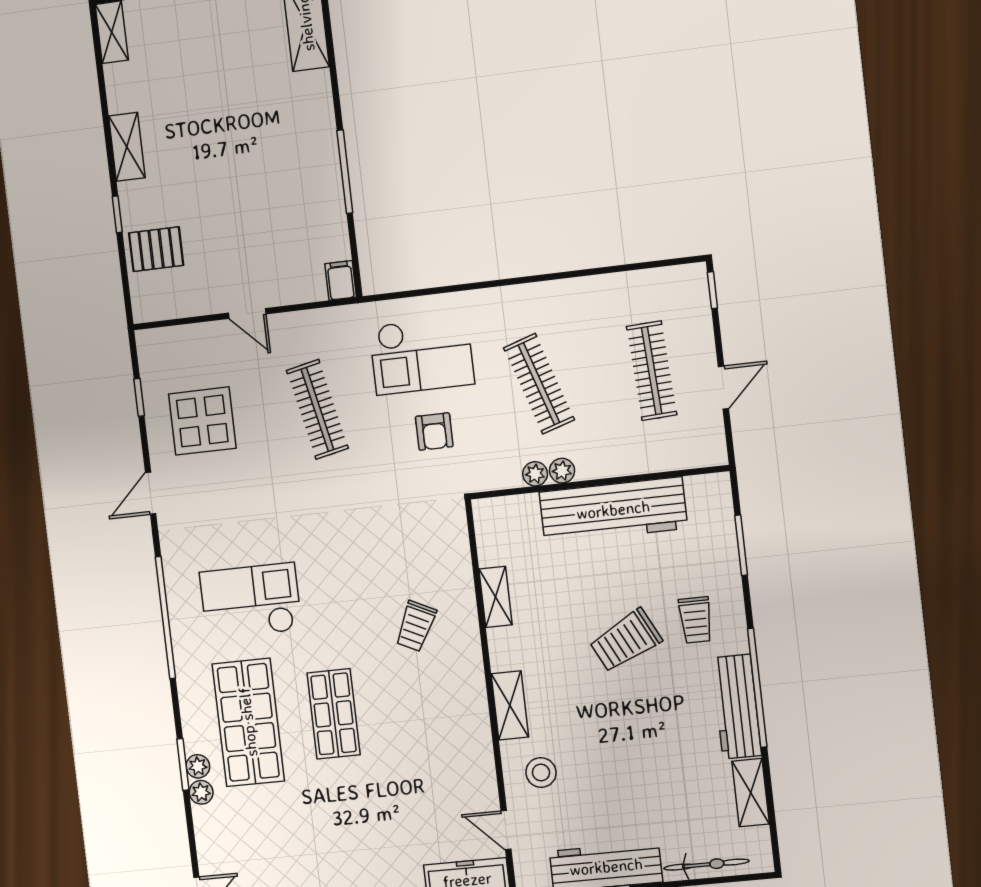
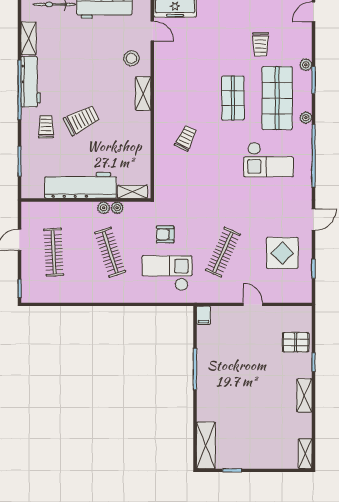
clothes rail: (317, 409) -> (223, 252), turned 36
armchair: (434, 432) -> (165, 234), turned -90
shelving: (496, 597) -> (132, 192), moved, turned 90
plant: (198, 766) -> (306, 118), moved
trolley: (293, 824) -> (261, 44), added

